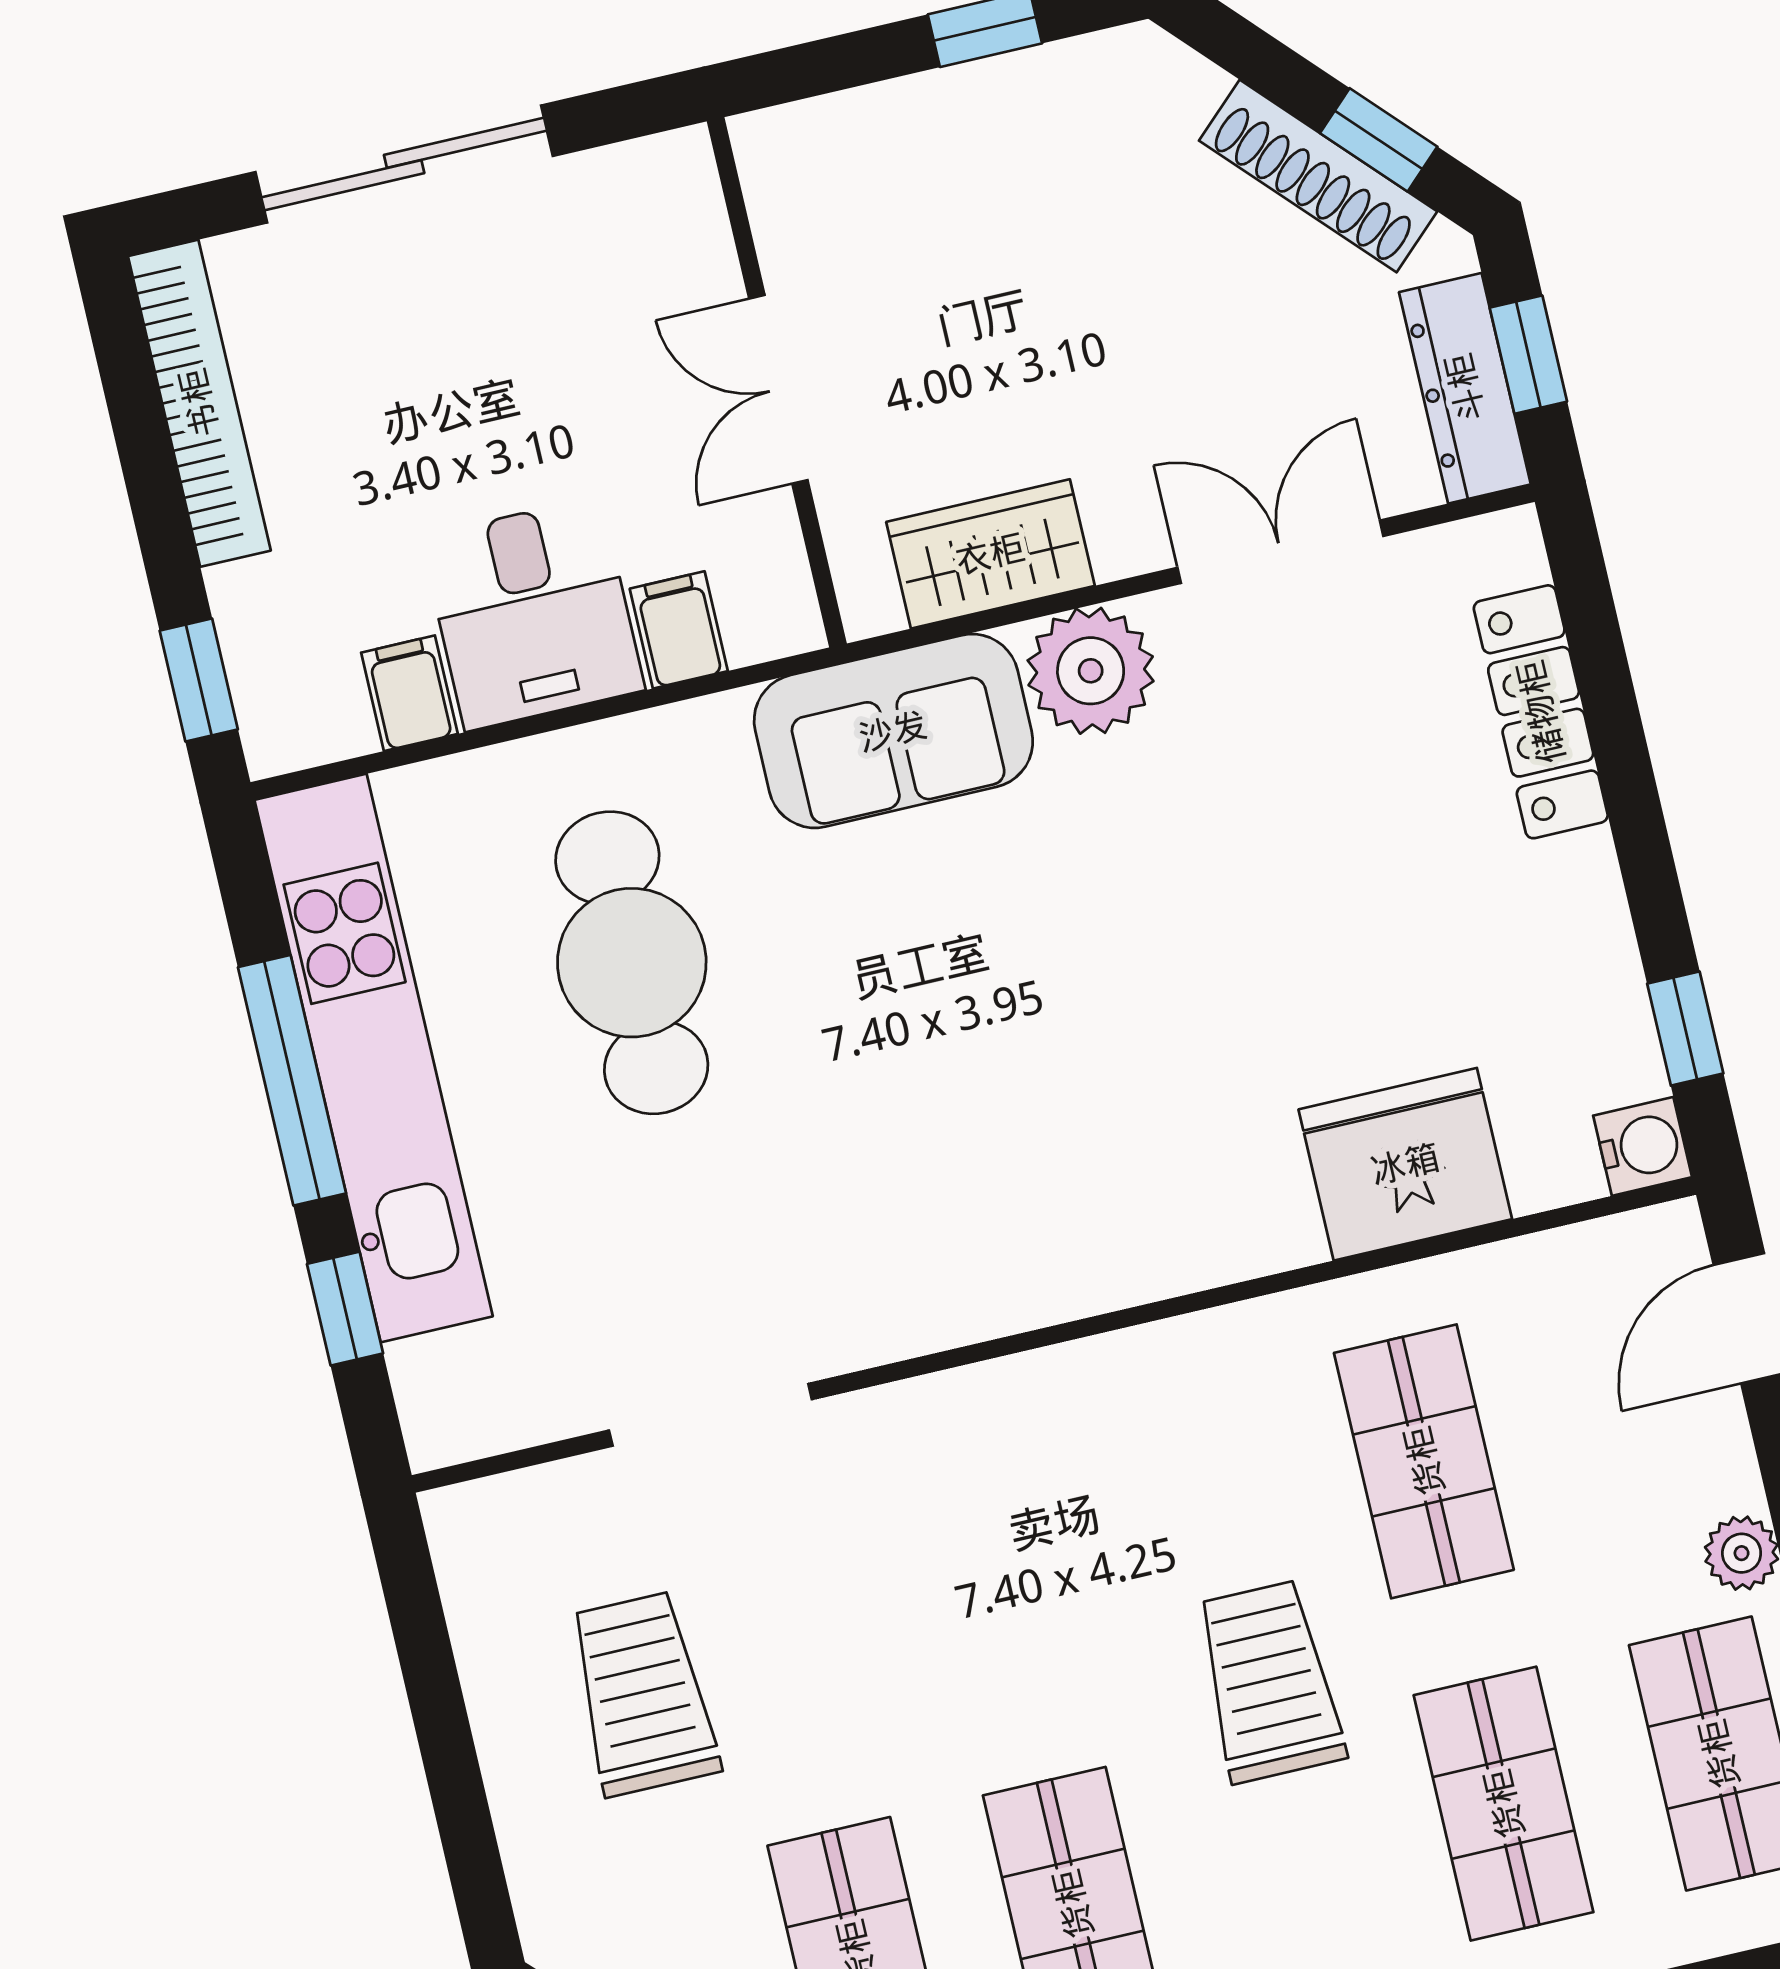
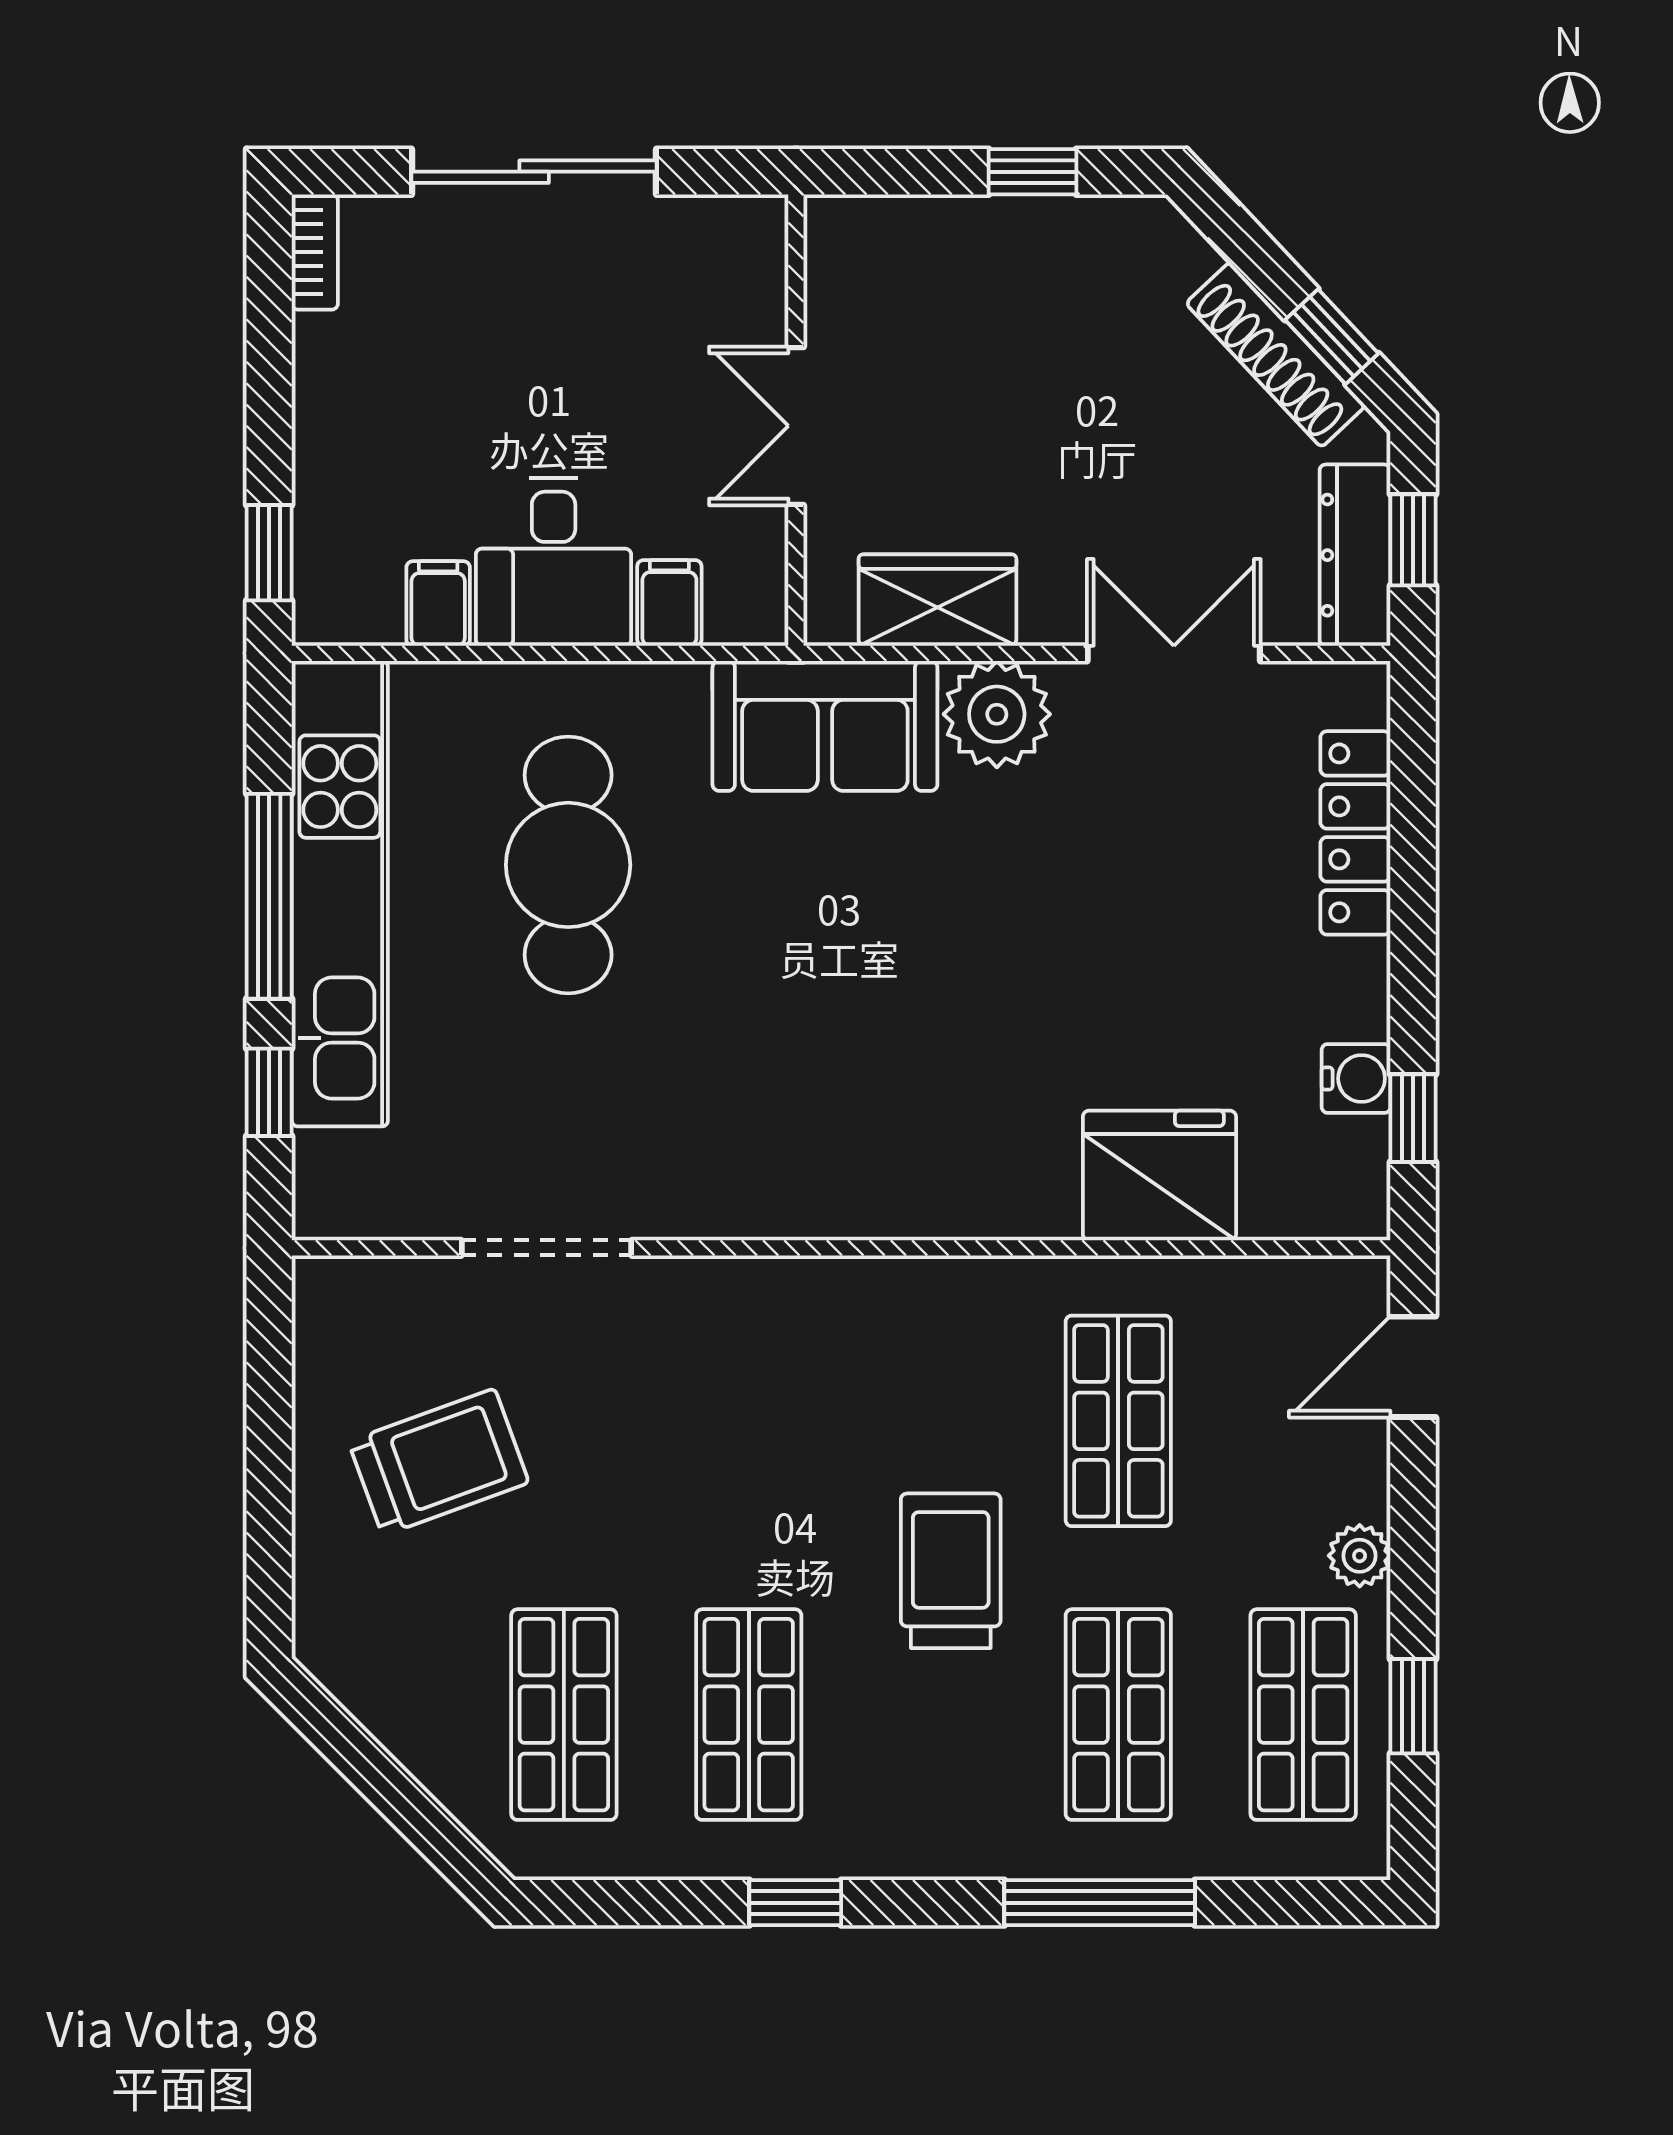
bookcase: (199, 403) -> (315, 252), width x0.43, depth x0.76
water cooler: (1643, 1146) -> (1356, 1078), moved
trolley: (643, 1694) -> (439, 1462), turned 70

